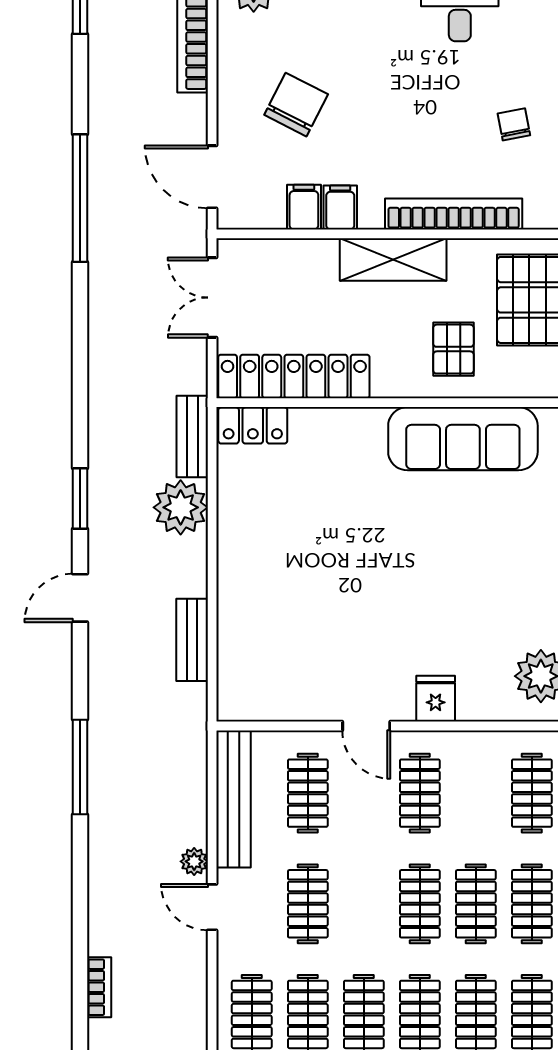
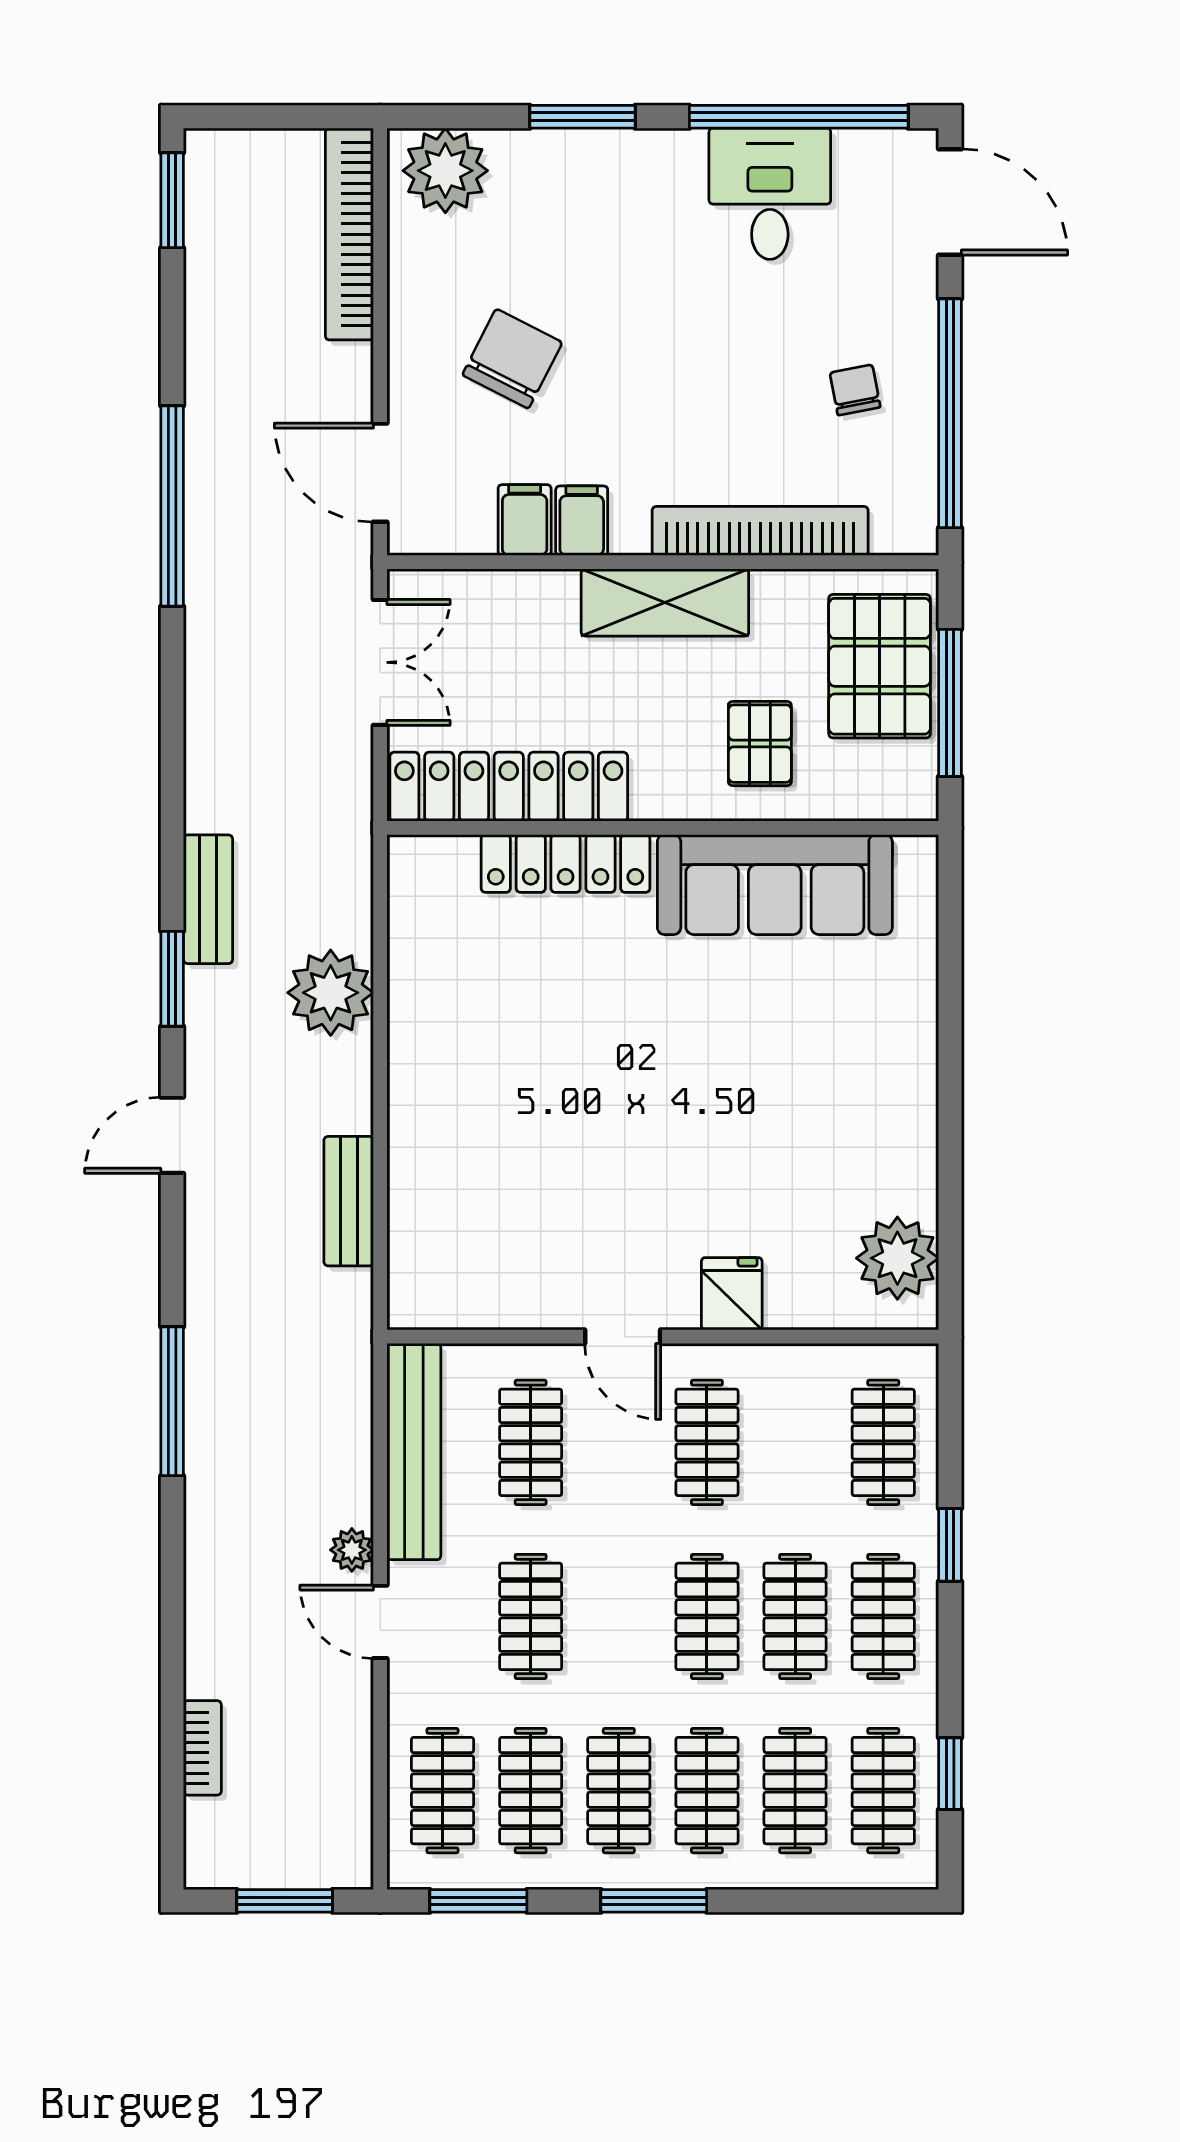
double door: (212, 298) -> (380, 662), swing flipped
locker: (253, 425) -> (566, 864), moved, width x1.53
bench: (192, 436) -> (208, 899), moved

